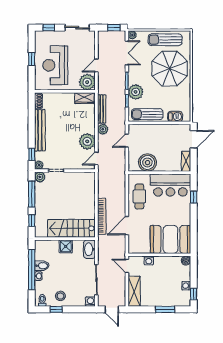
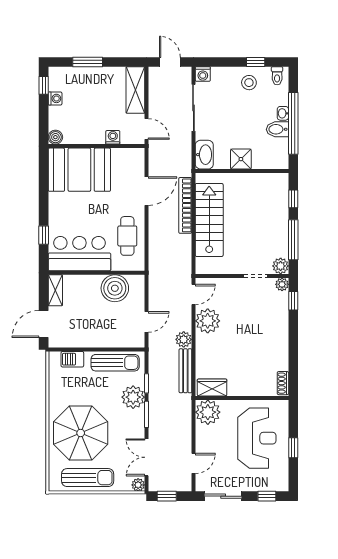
door: (96, 65) -> (193, 463), moved
bench: (40, 130) -> (281, 338), removed
stairs: (71, 228) -> (209, 220), moved, turned -90

